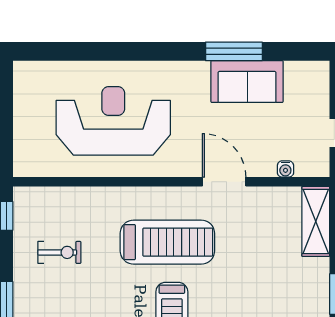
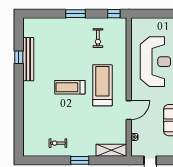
treadmill: (167, 242) -> (102, 85), turned 180

